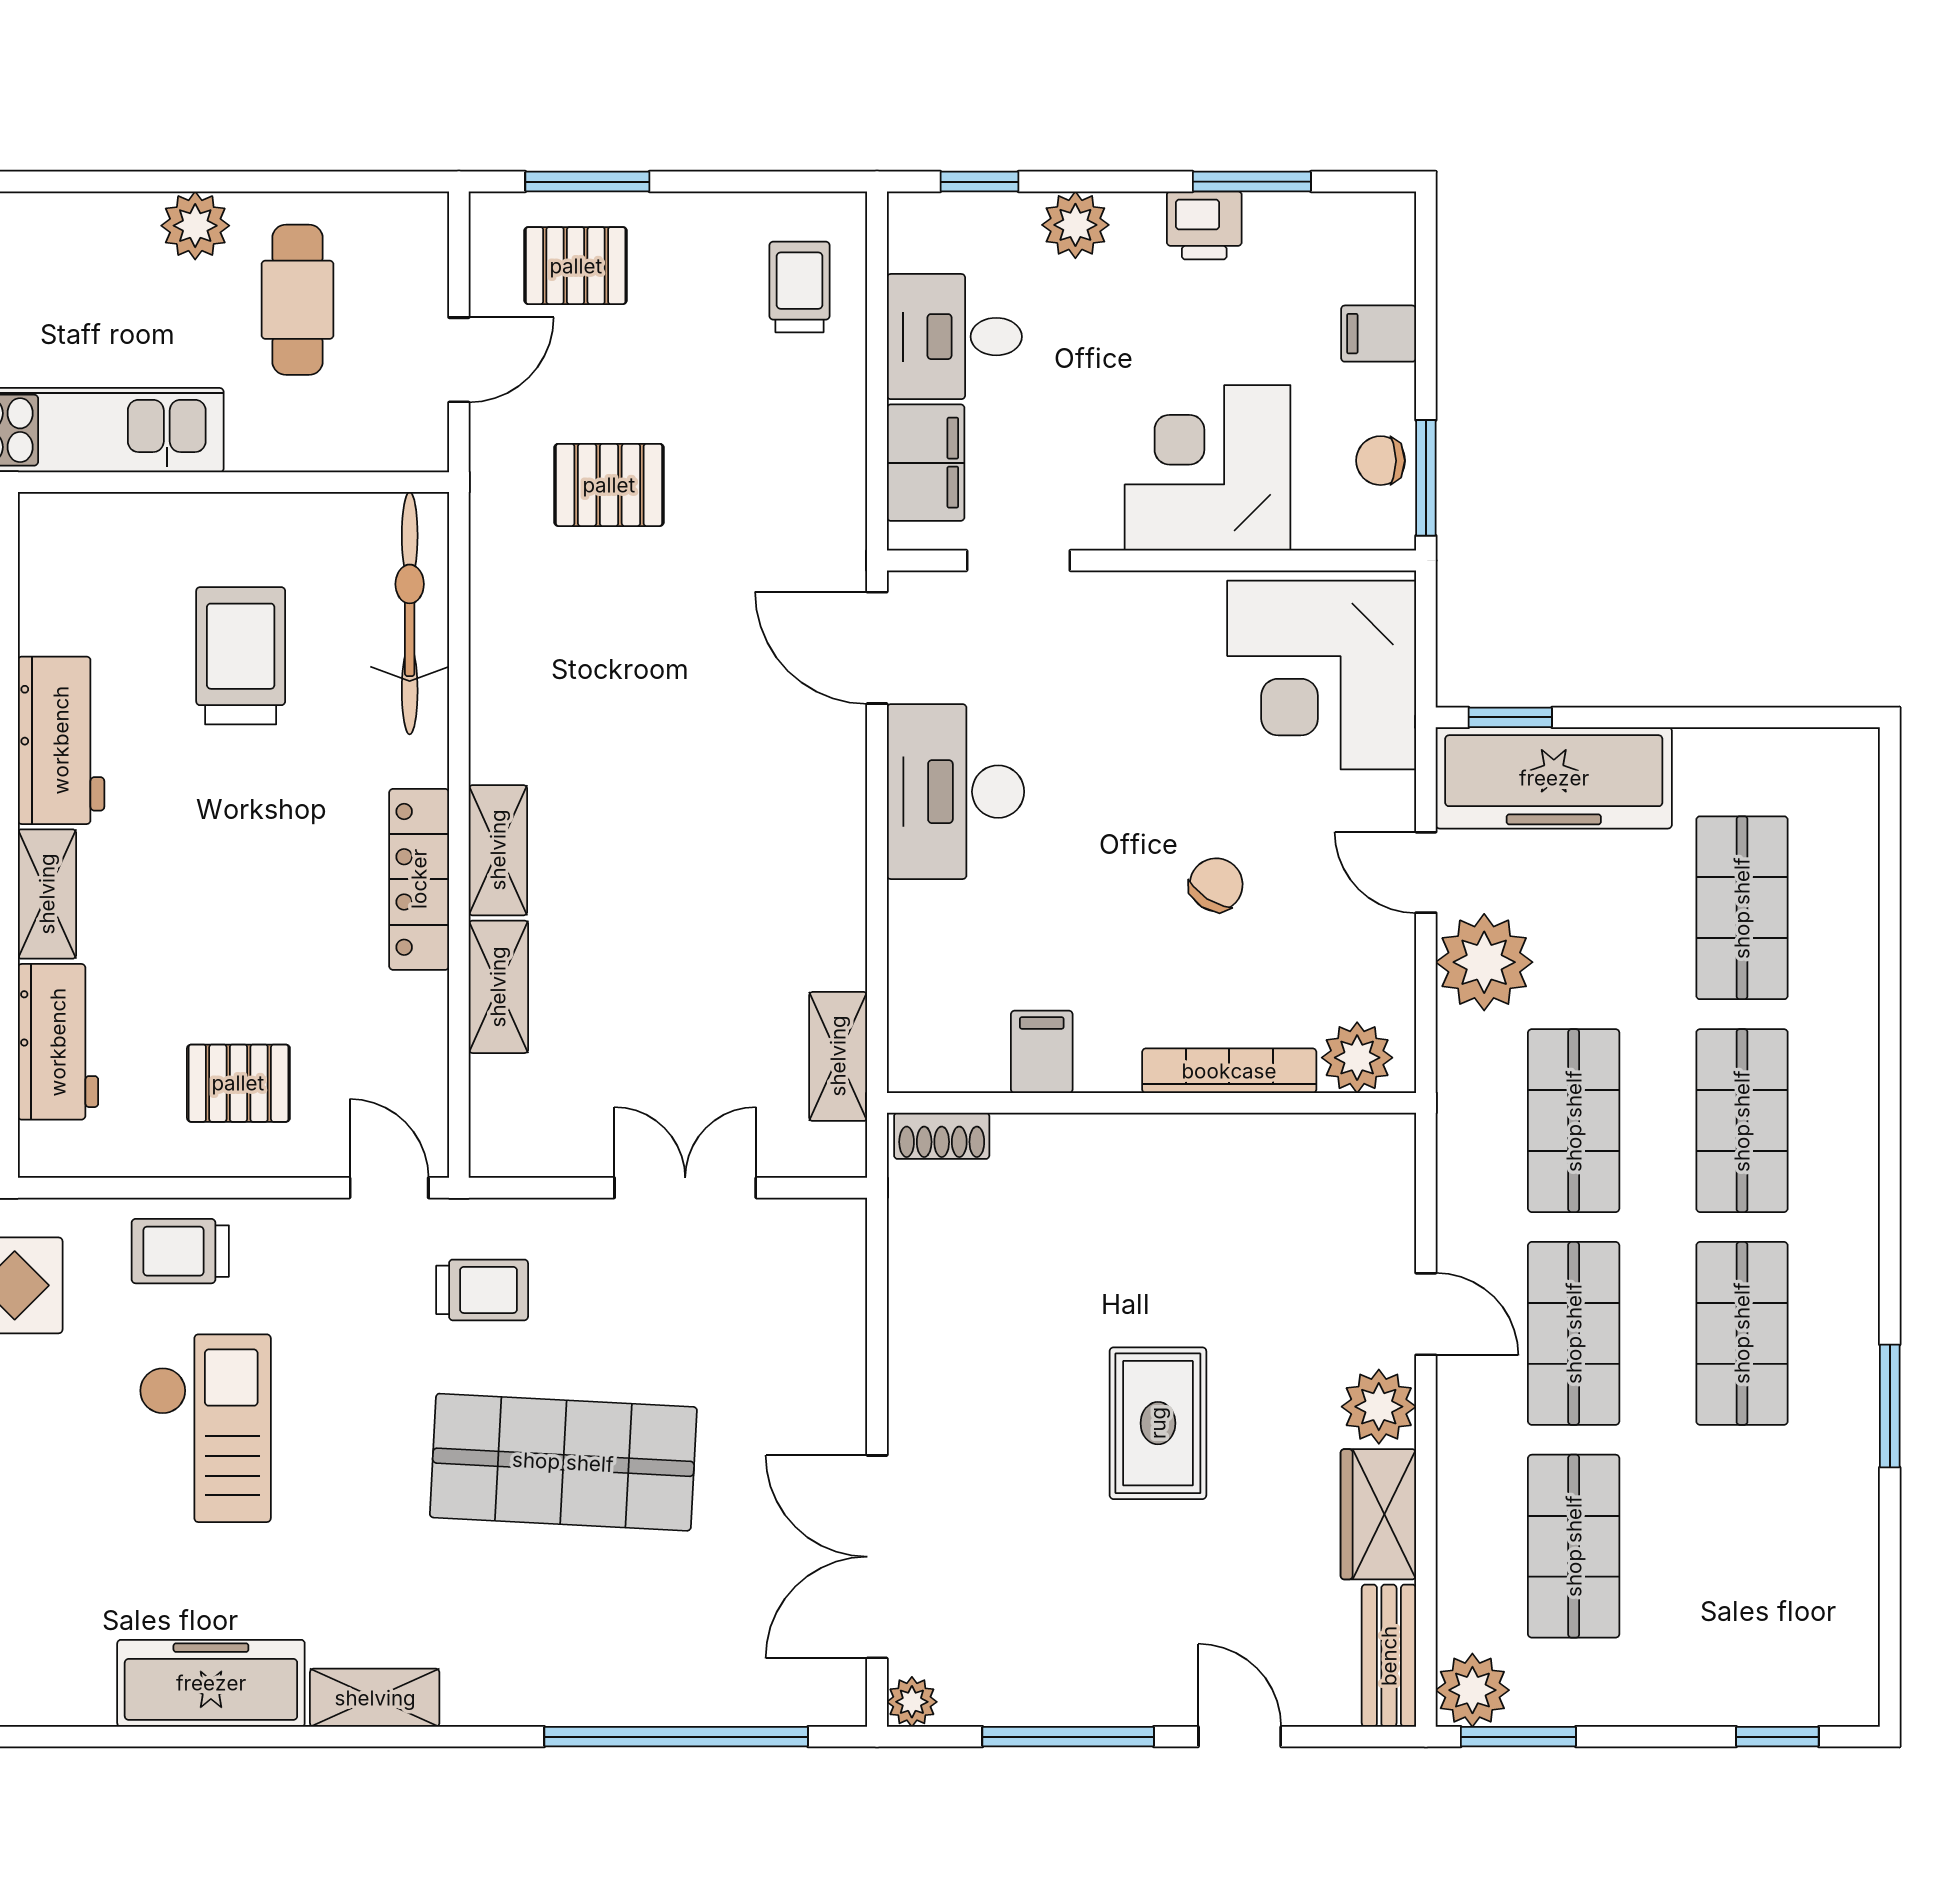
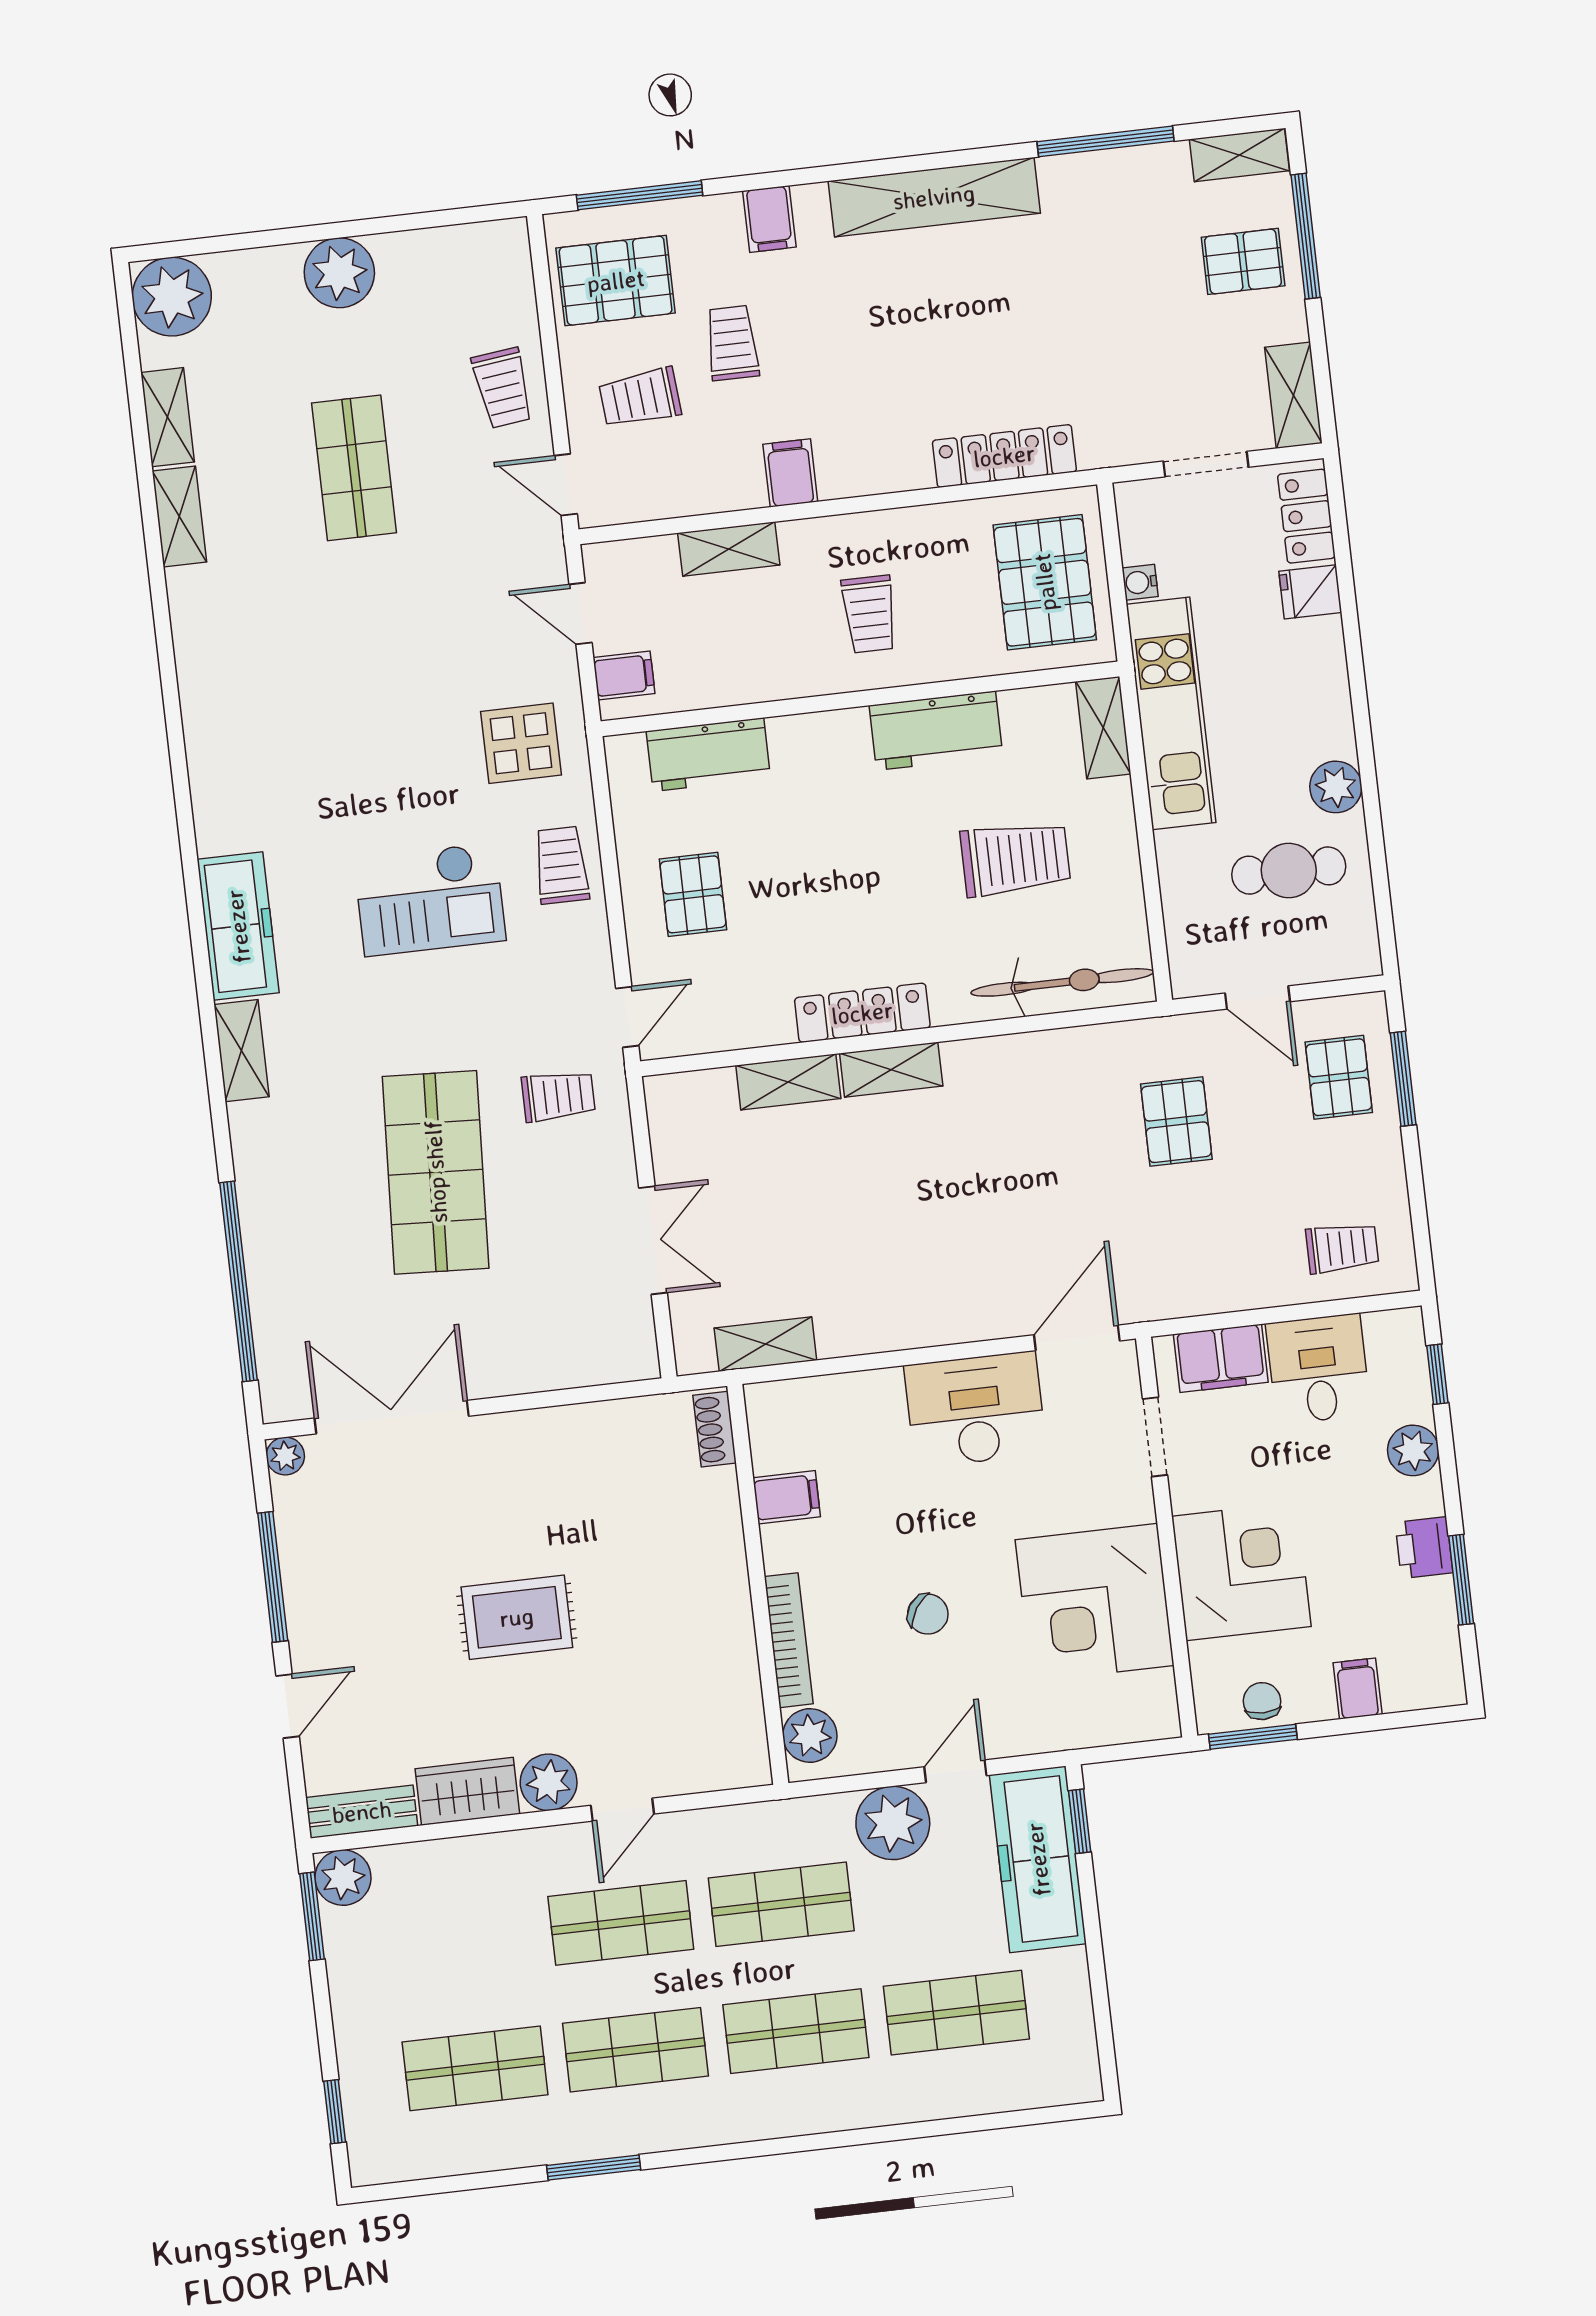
corner desk: (1322, 675) -> (1095, 1603), moved, turned -90
shelving: (47, 894) -> (1103, 728), moved, turned 90
trolley: (482, 1290) -> (558, 1096), turned -90
shop shelf: (1574, 1546) -> (475, 2068), moved

